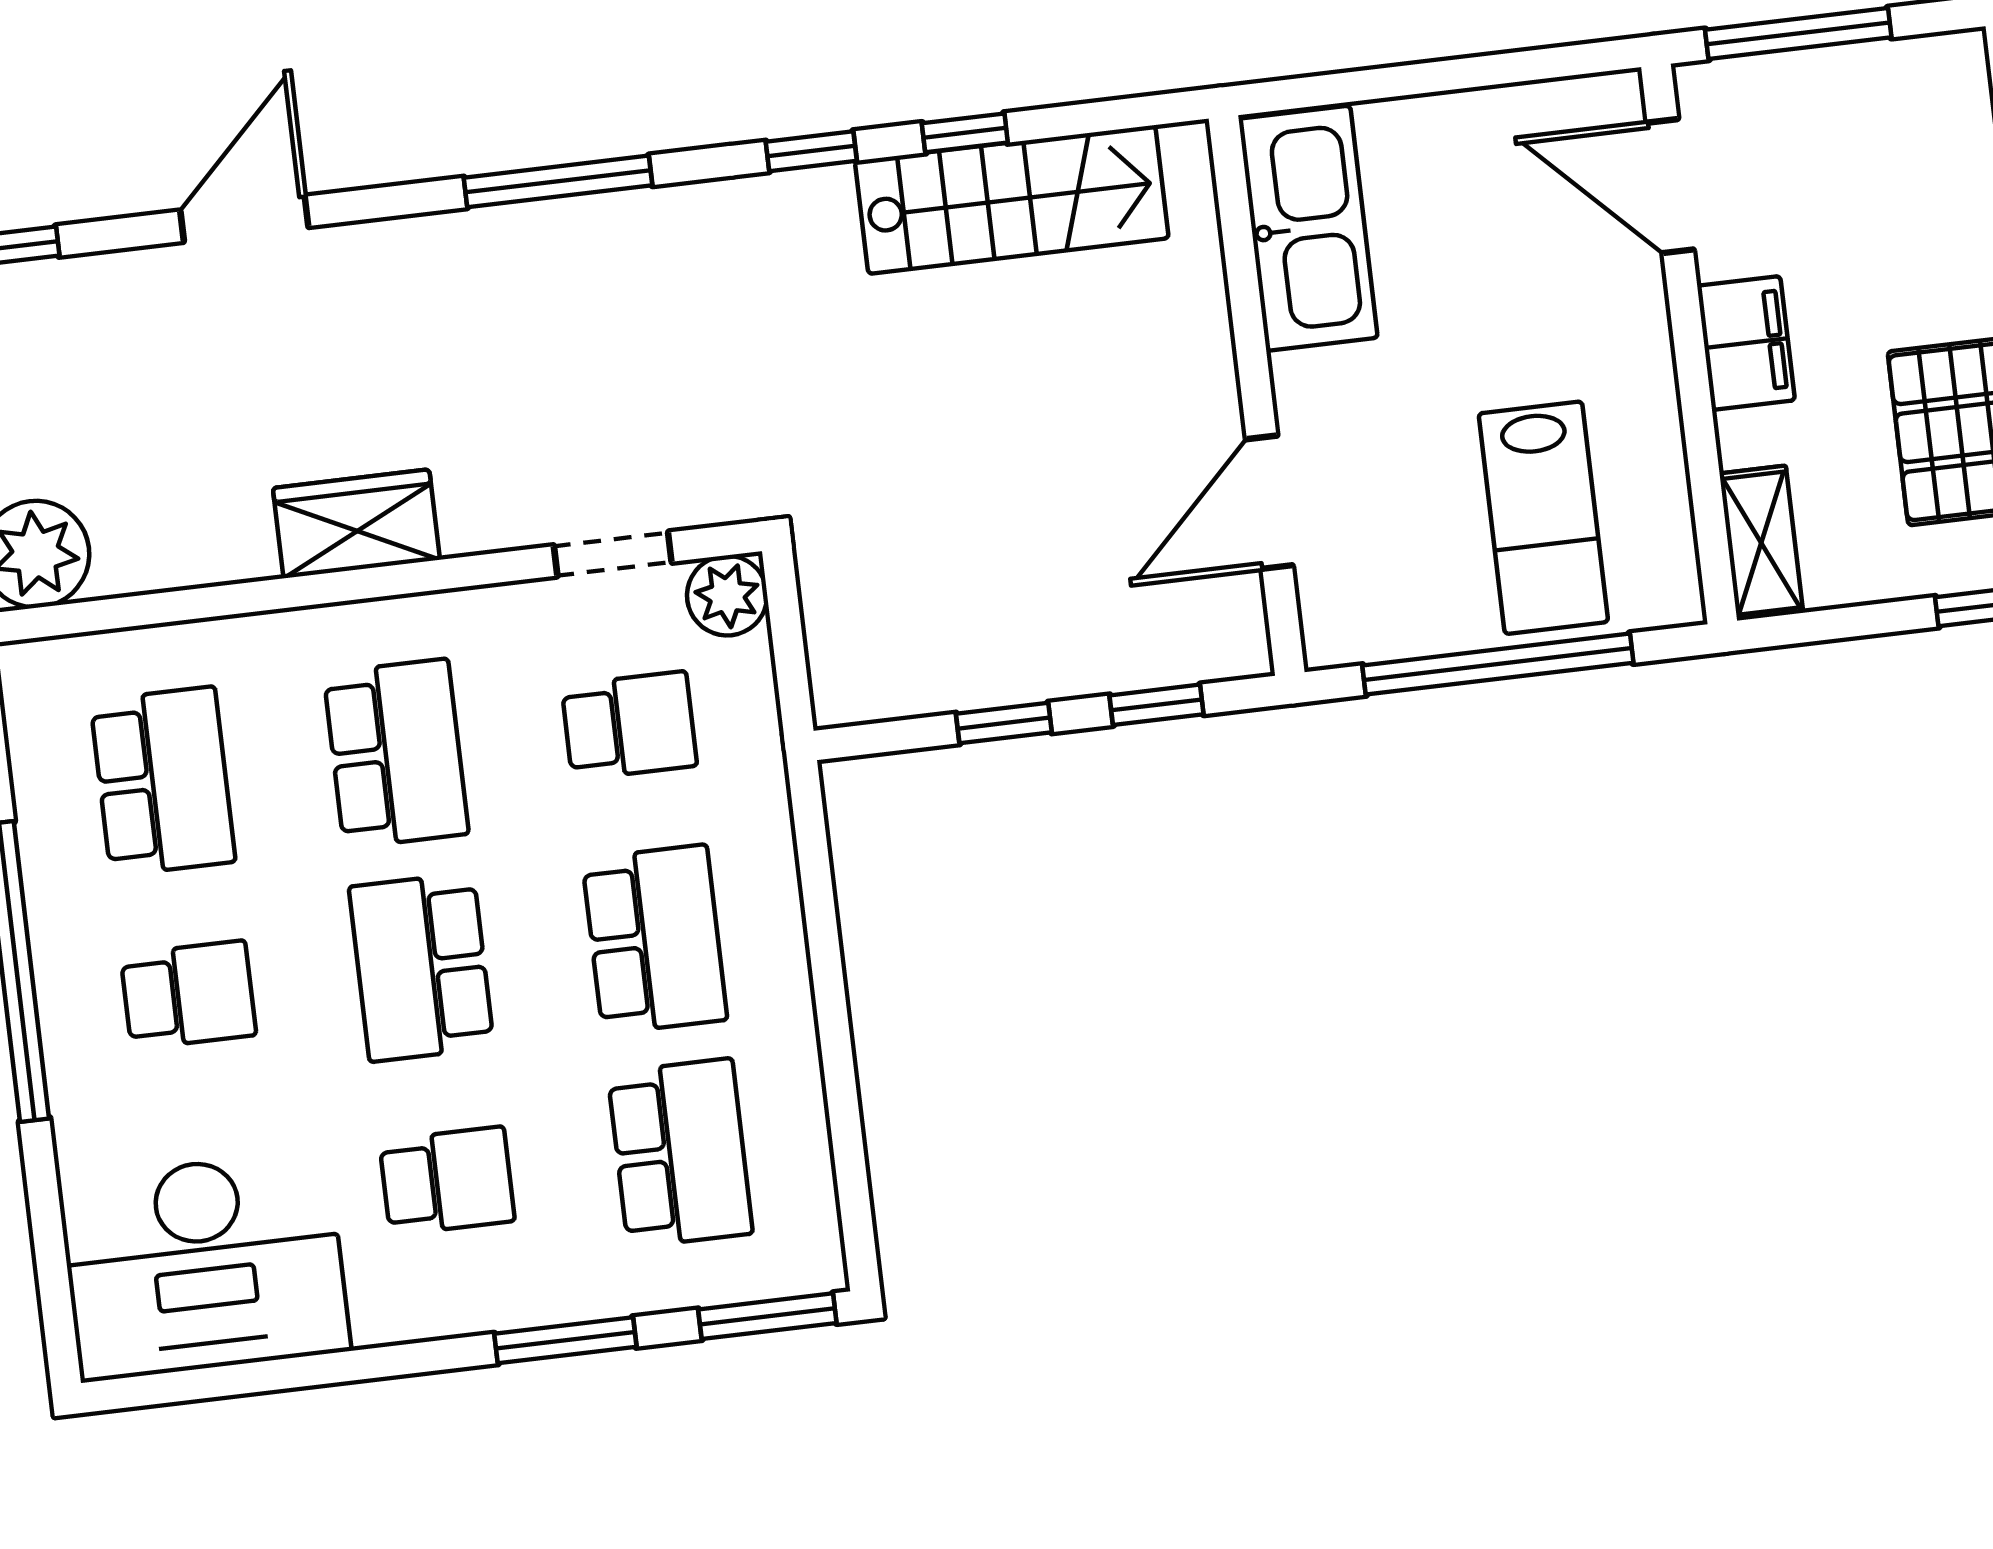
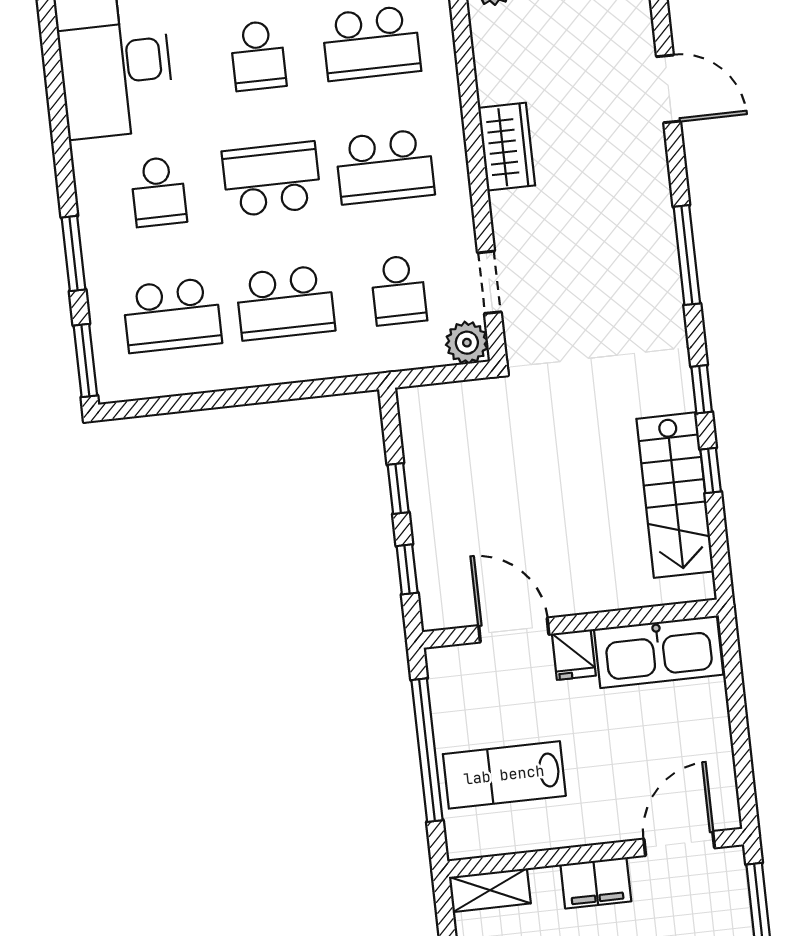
fridge: (1315, 388) -> (574, 655), added

